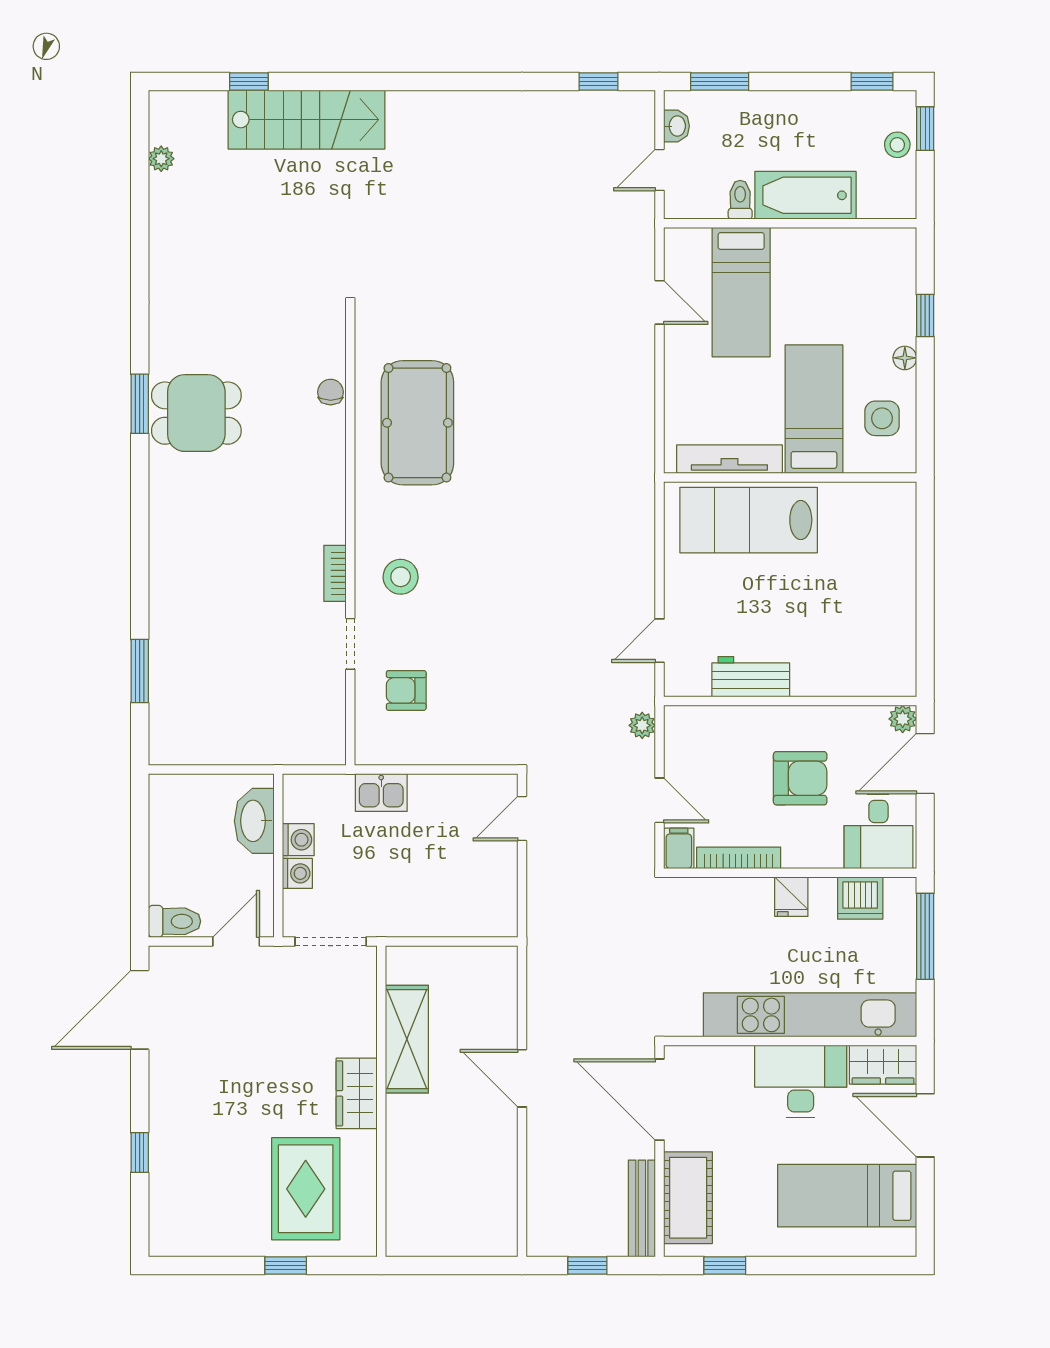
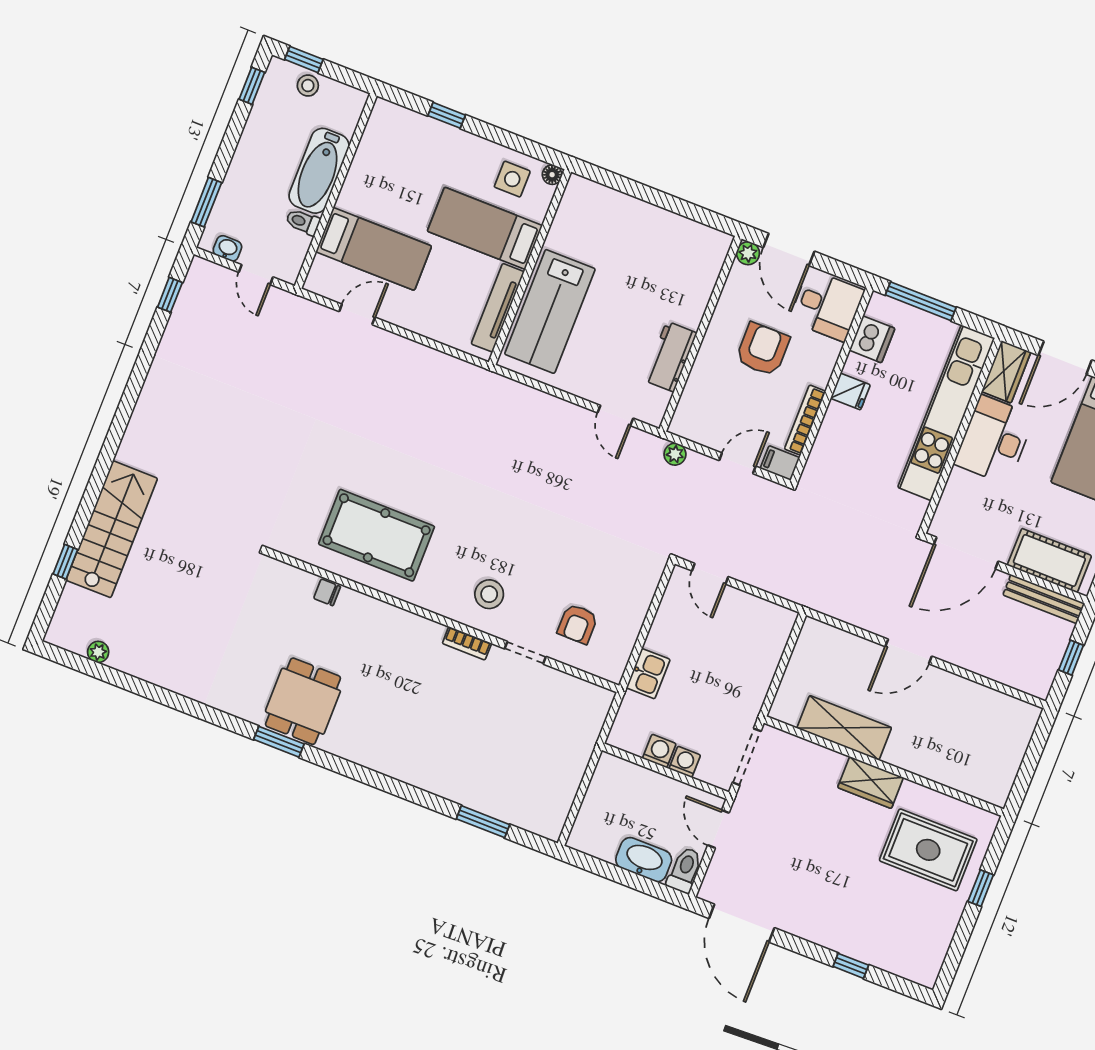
floor lamp: (905, 358) -> (552, 175), moved
washbasin: (254, 821) -> (644, 860), moved, turned 180

